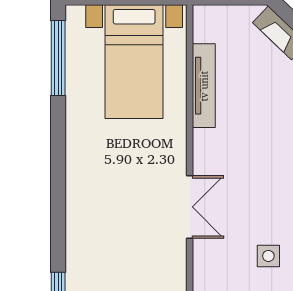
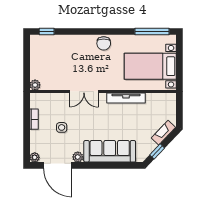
tv unit: (204, 86) -> (126, 98), moved
chair: (84, 164) -> (104, 43), added

